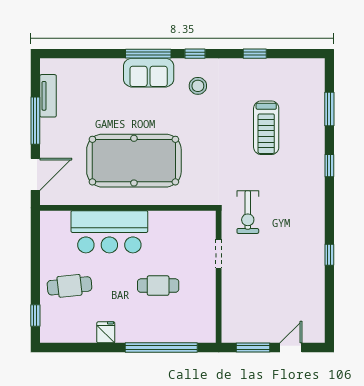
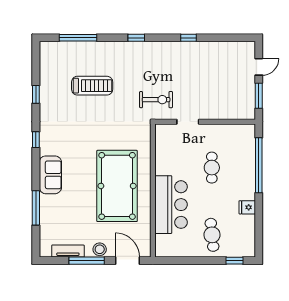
window: (148, 54) -> (36, 208), moved
stool: (198, 86) -> (100, 249), moved
window: (329, 109) -> (78, 38), width x1.44
window: (329, 166) -> (136, 38), moved
door: (291, 348) -> (259, 67), swing flipped

